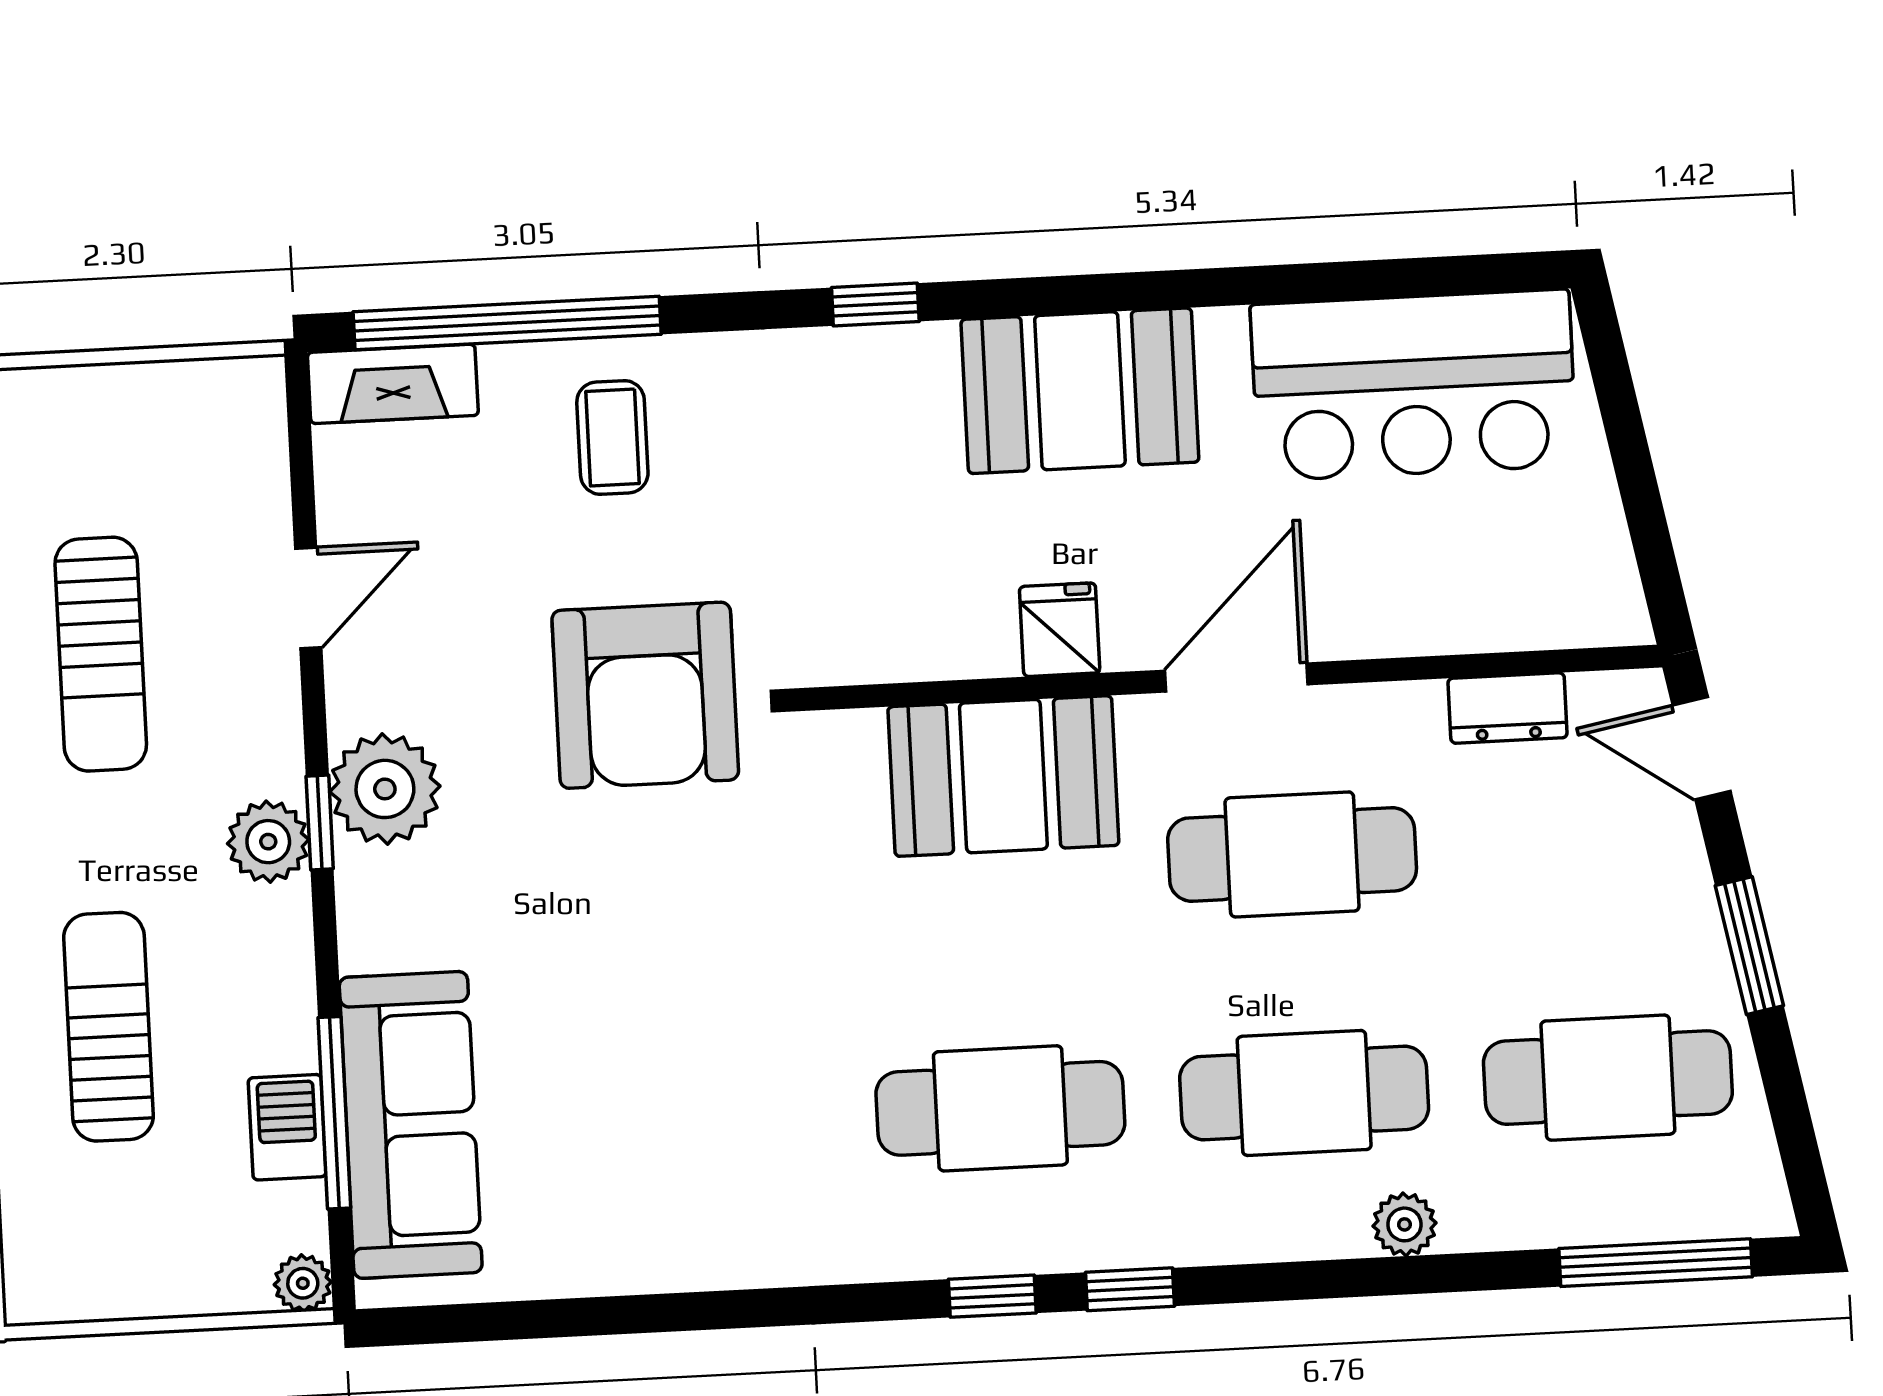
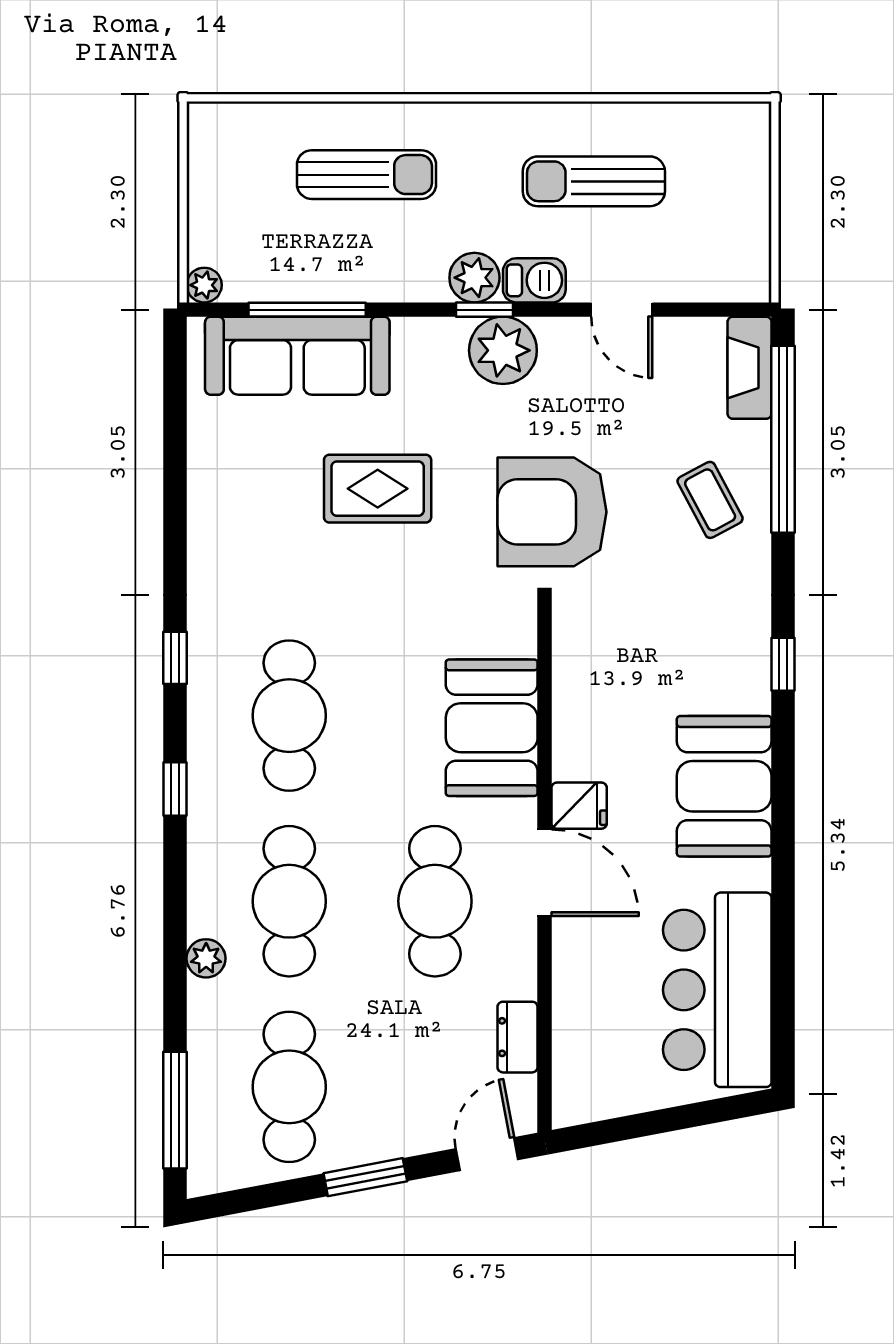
coffee table: (612, 438) -> (710, 500), turned 62
fridge: (1060, 630) -> (579, 806), moved
rug: (622, 983) -> (378, 489), added
barbecue: (287, 1127) -> (534, 280), moved
window: (992, 1296) -> (175, 658), moved

